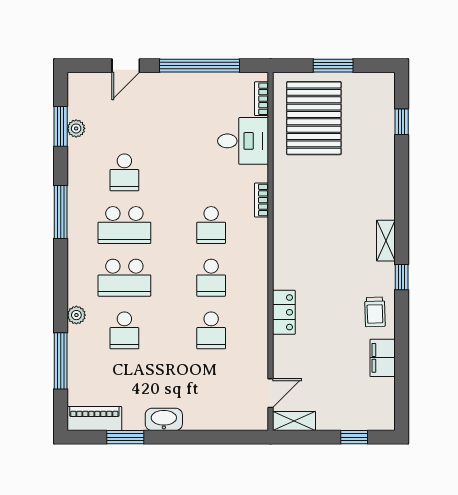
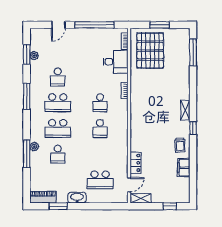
window: (402, 122) -> (193, 52), width x2.17
locker: (284, 312) -> (136, 163), moved
school desk: (211, 330) -> (100, 180), moved, width x1.85
window: (61, 361) -> (27, 154), moved

